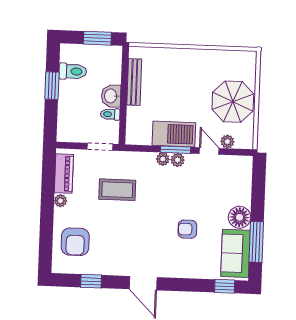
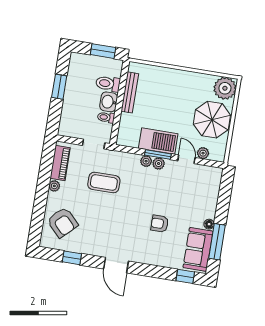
plant: (243, 64) -> (225, 88), added
toilet: (73, 71) -> (108, 84), moved, turned 180
floor lamp: (240, 217) -> (209, 224), width x0.53, depth x0.53
armchair: (75, 242) -> (62, 222), turned -44

